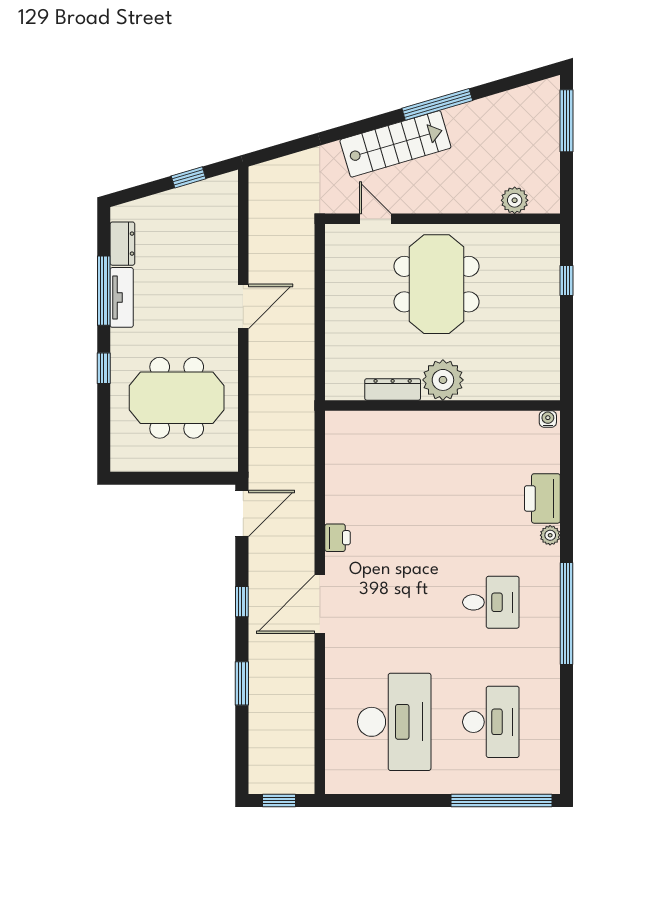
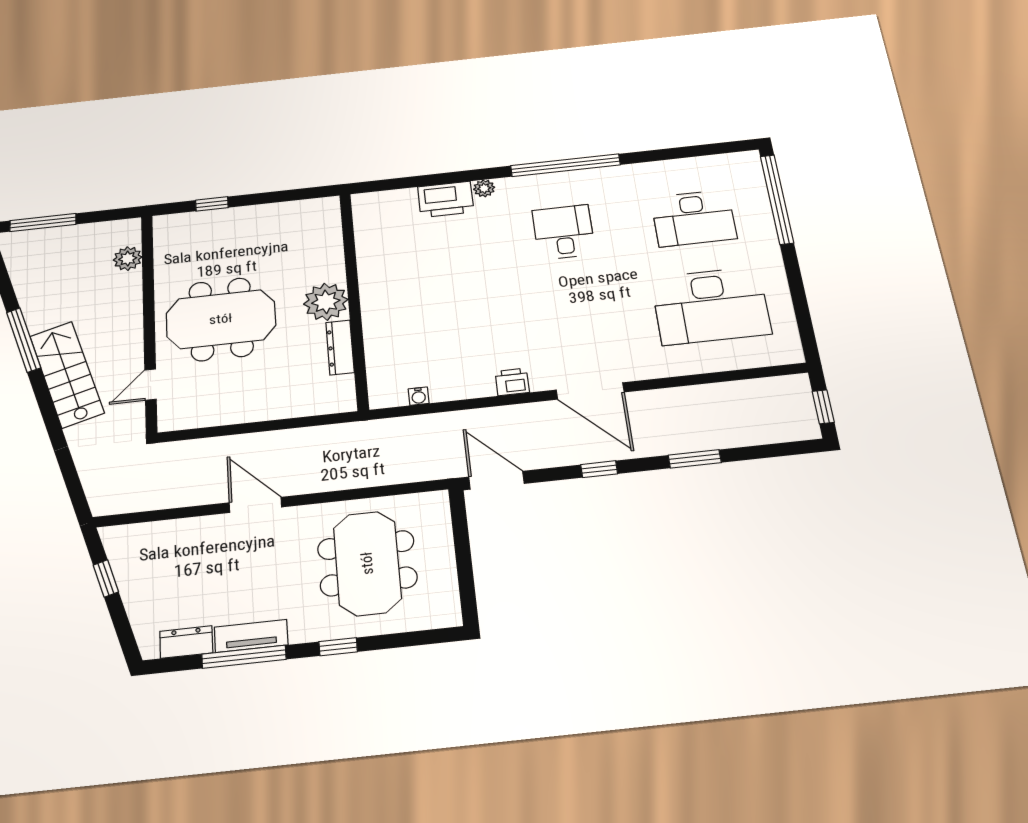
water cooler: (548, 419) -> (419, 396), moved, turned -90
desk: (394, 722) -> (711, 306), turned 180
desk: (491, 722) -> (694, 218), turned 180

